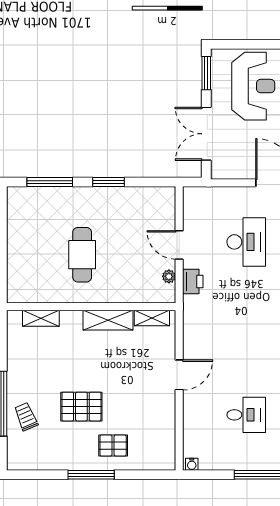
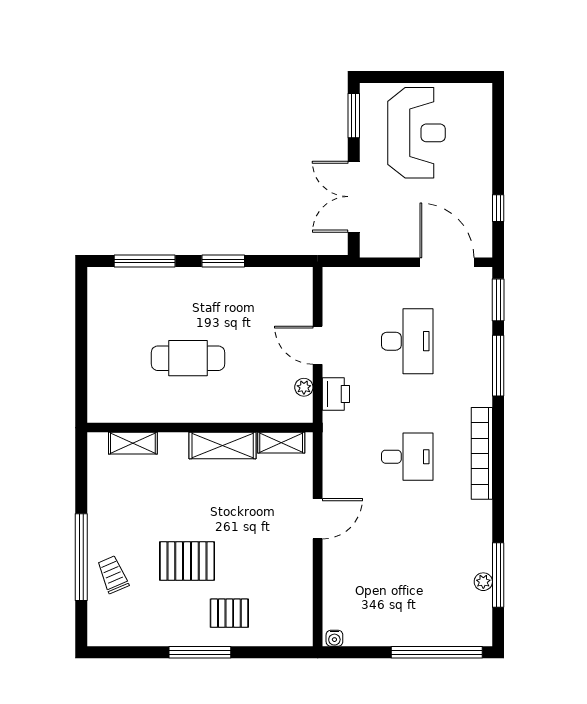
cafe table: (82, 255) -> (188, 358), turned 90
desk: (246, 415) -> (407, 457), moved

